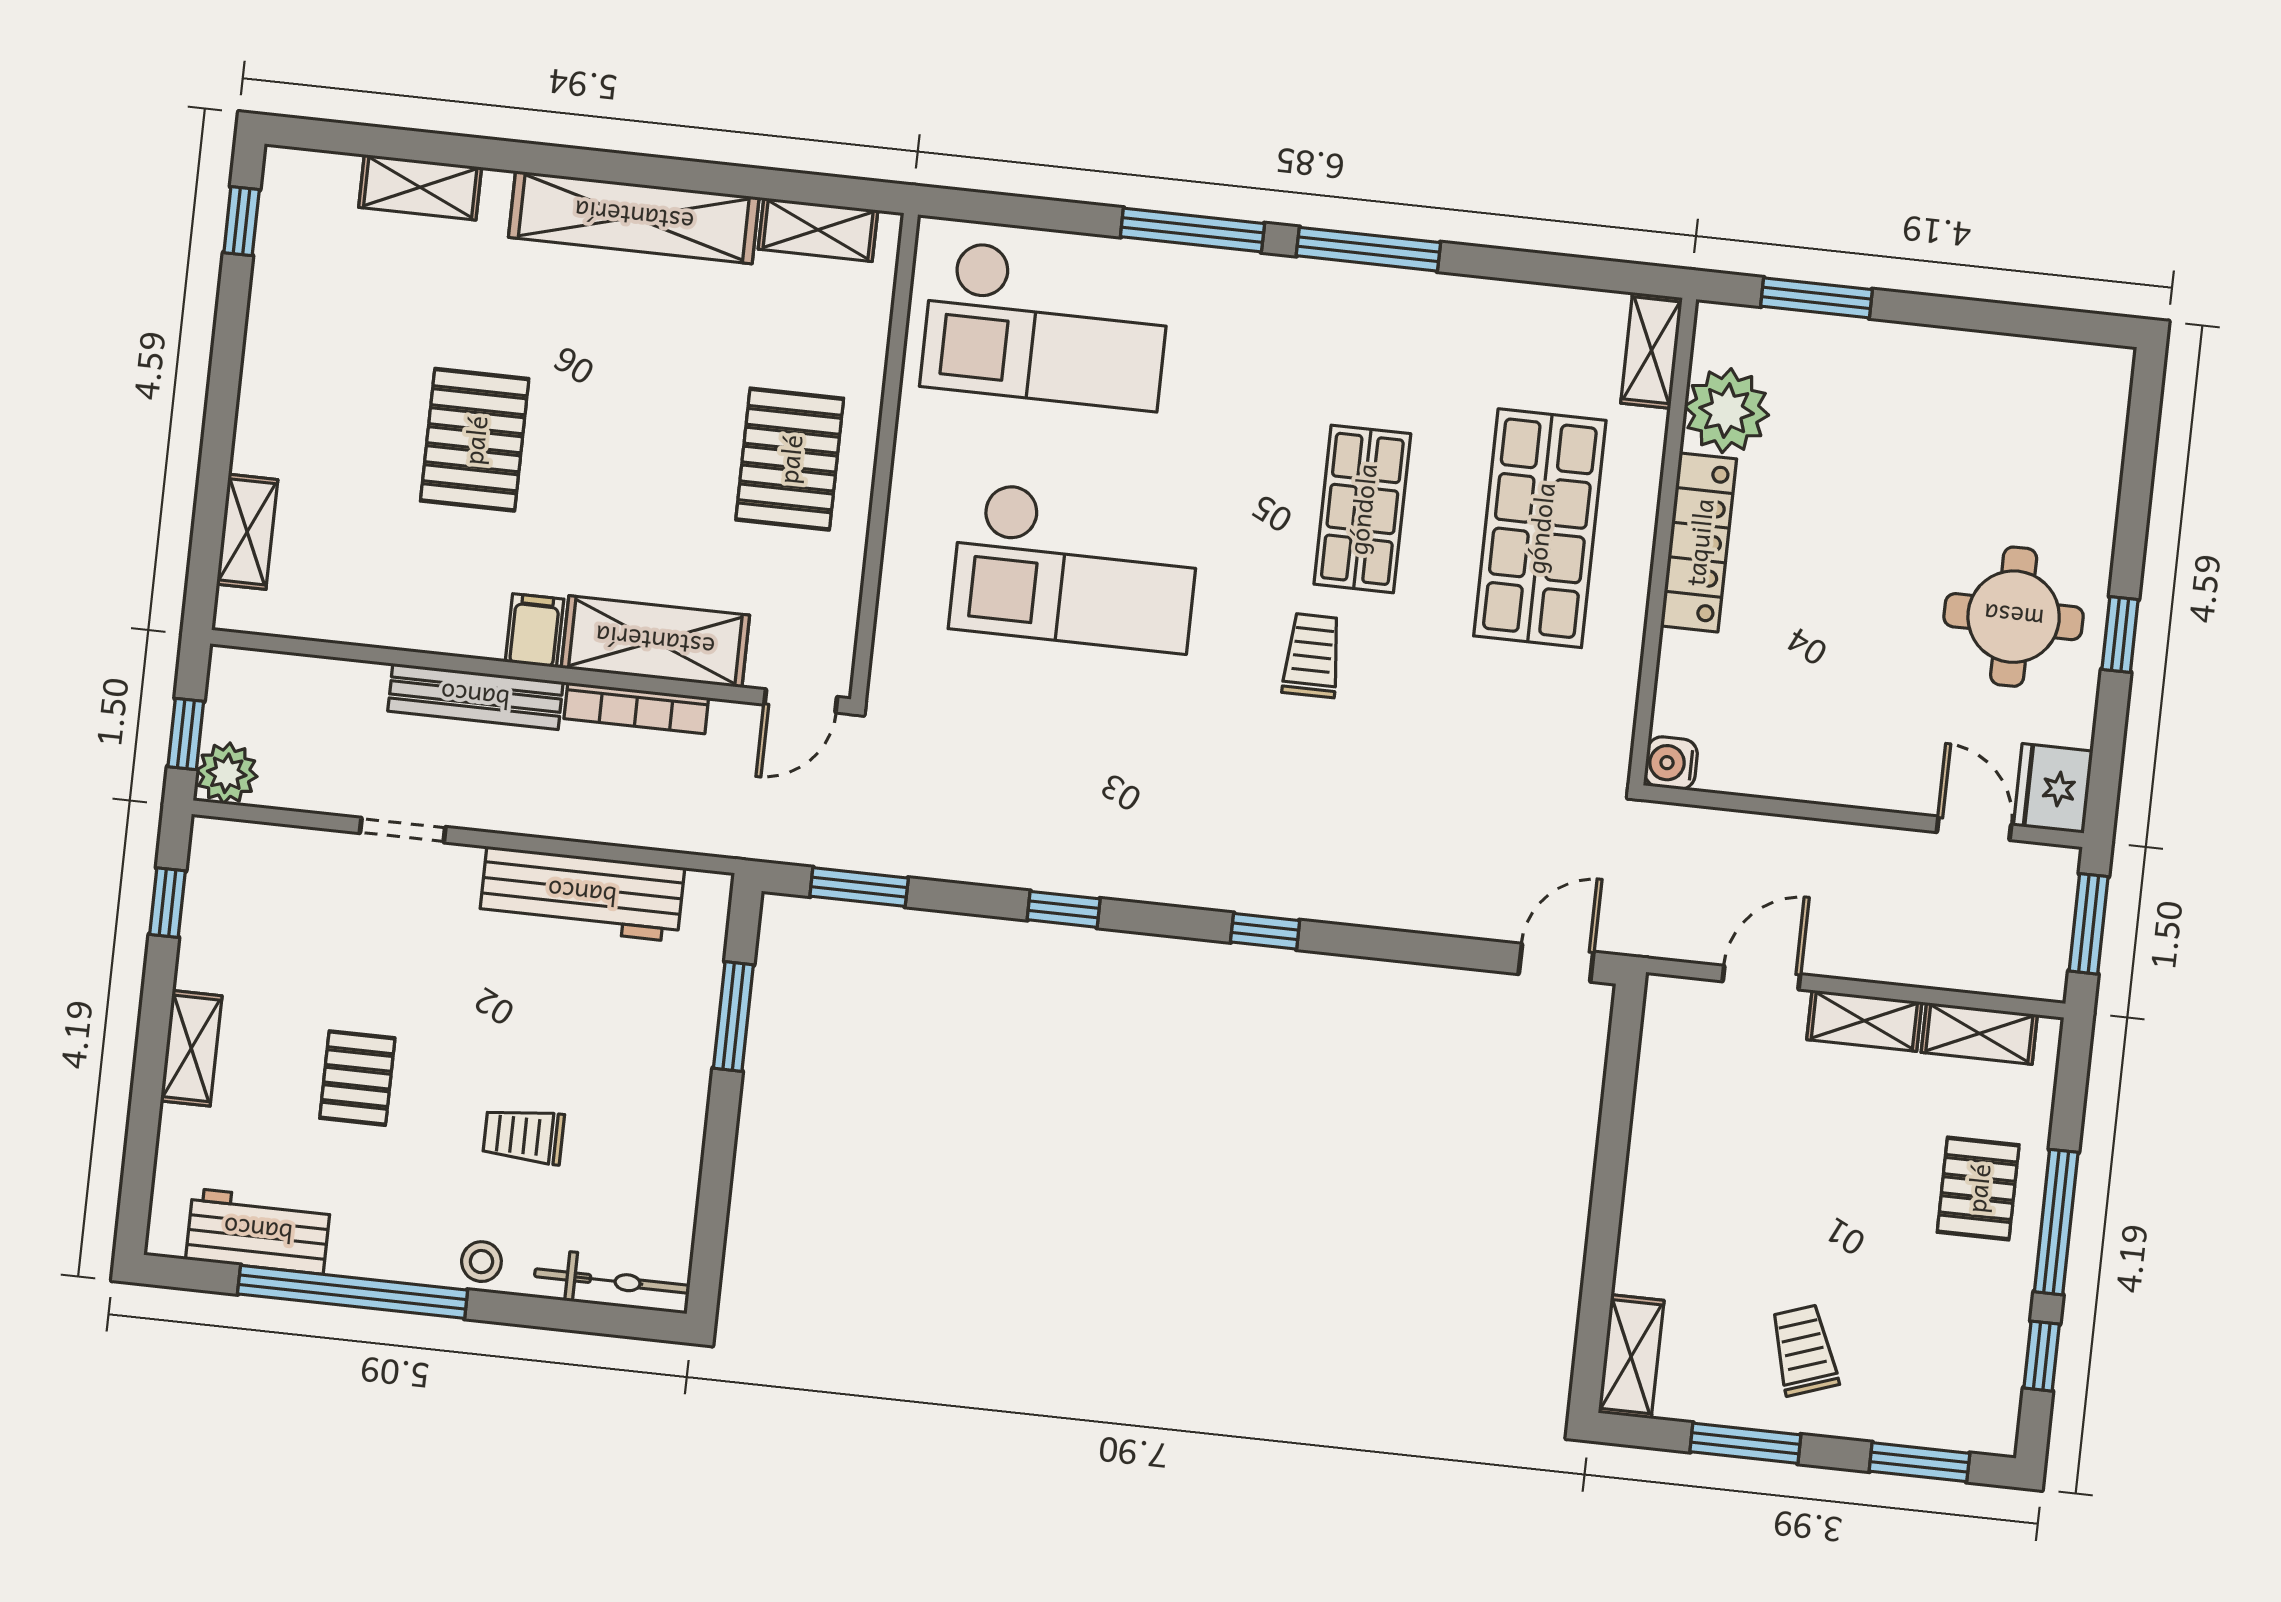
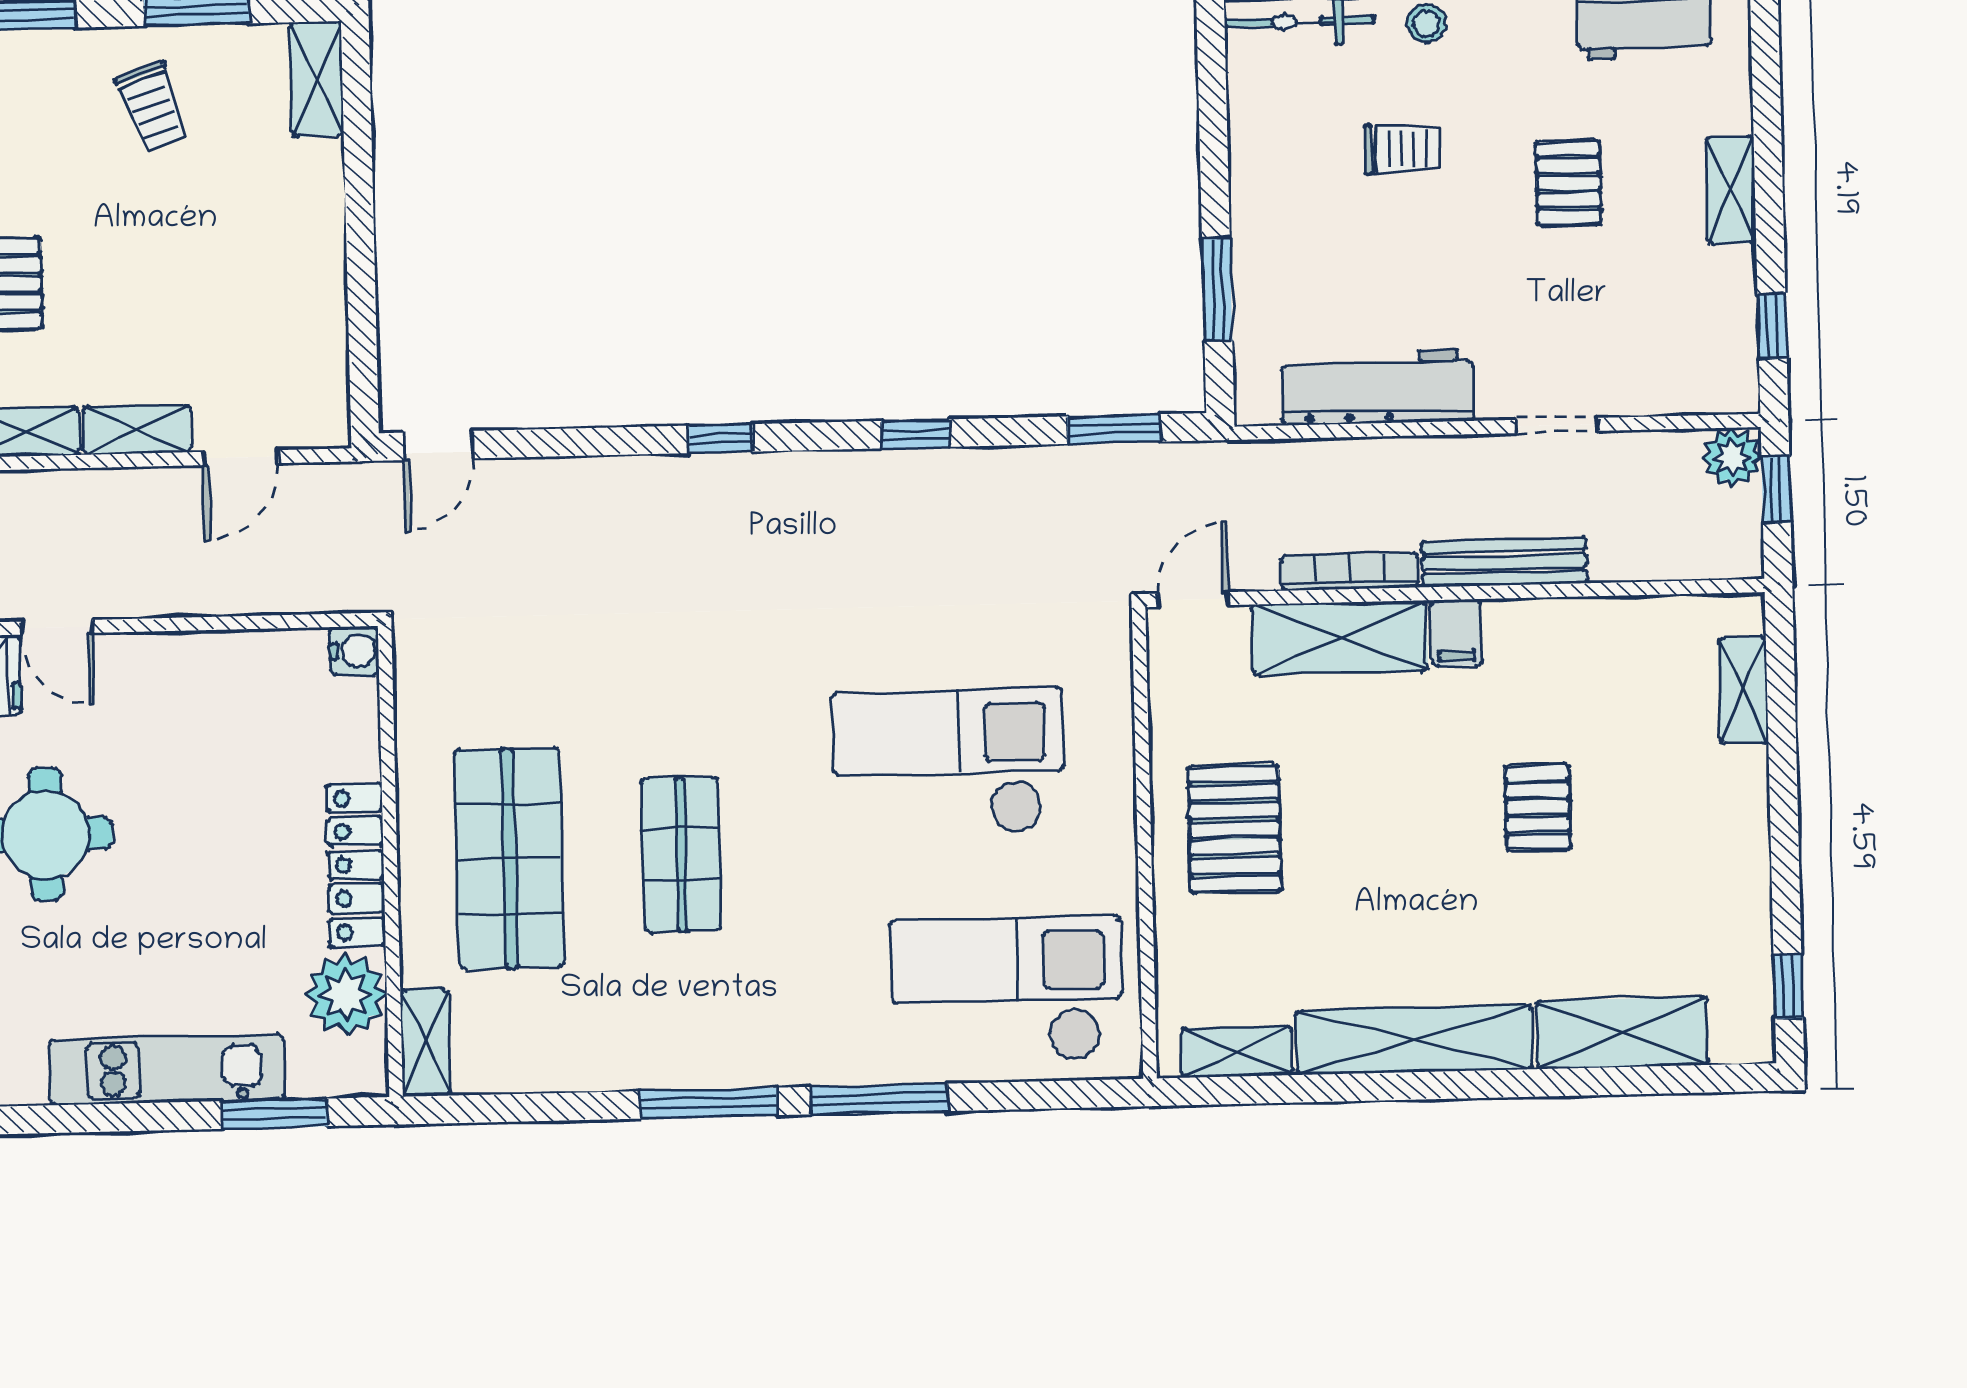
shelving: (420, 187) -> (1622, 1033), width x1.50, depth x1.33
kitchen unit: (1921, 358) -> (167, 1070), added
pallet: (475, 440) -> (1538, 807), width x0.67, depth x0.71
trolley: (1312, 656) -> (711, 708), removed

